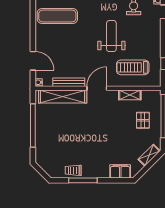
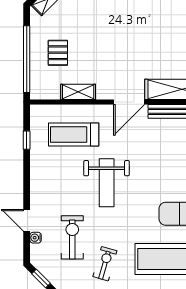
treadmill: (133, 67) -> (74, 134), turned 180

